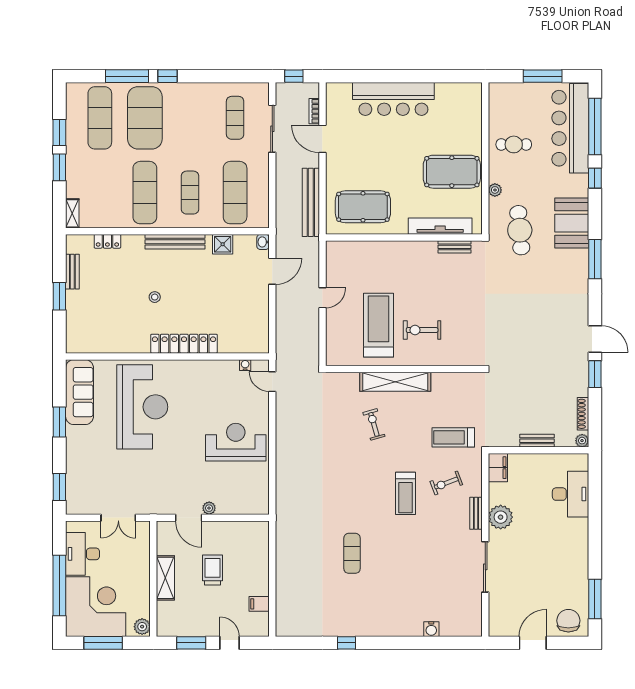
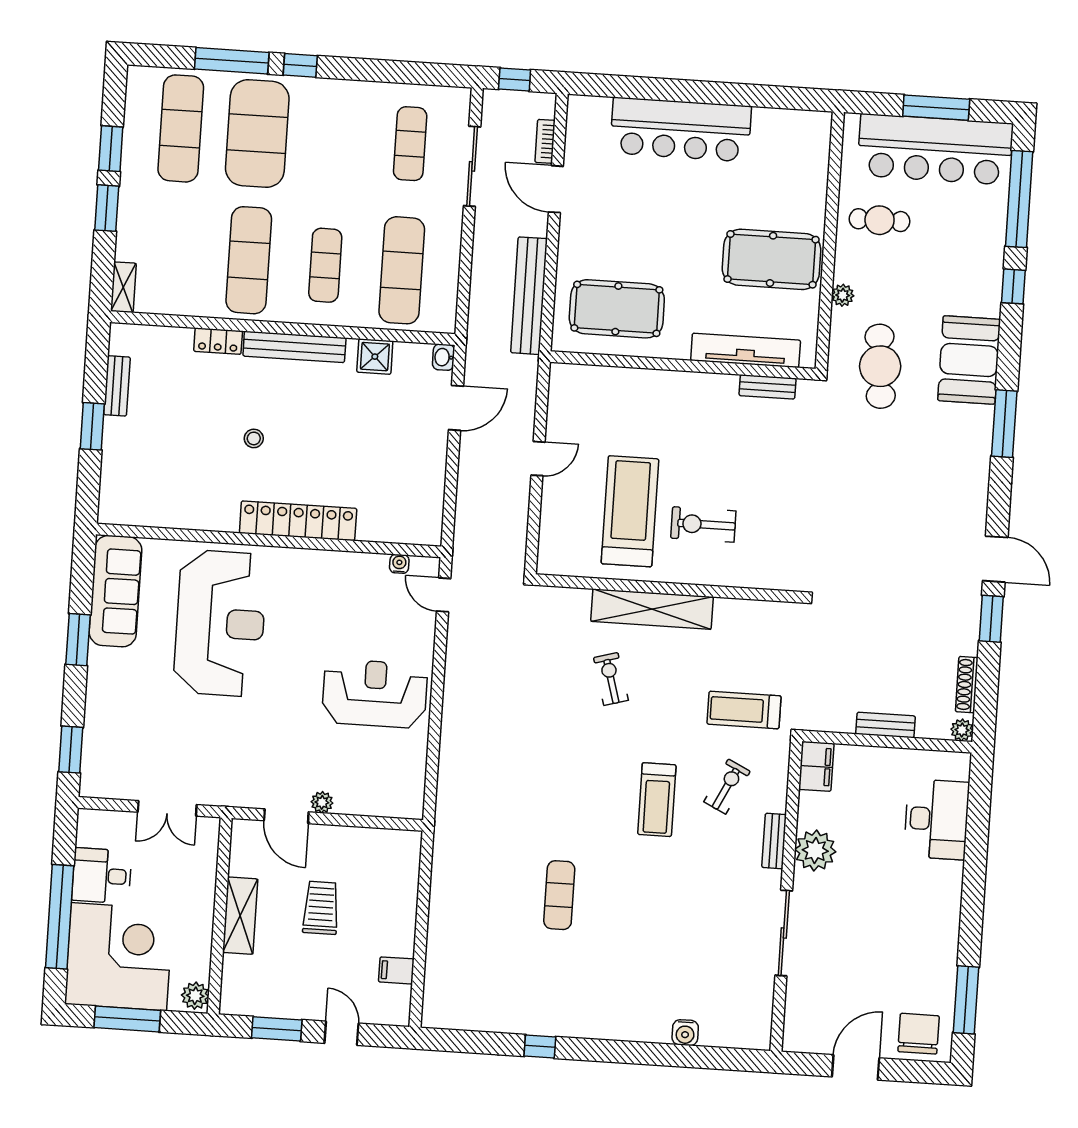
bar counter: (570, 128) -> (935, 149), moved, turned -90
locker: (107, 241) -> (218, 341), moved
exercise bike: (446, 483) -> (727, 787), turned 137
desk: (83, 554) -> (102, 876), width x0.73

